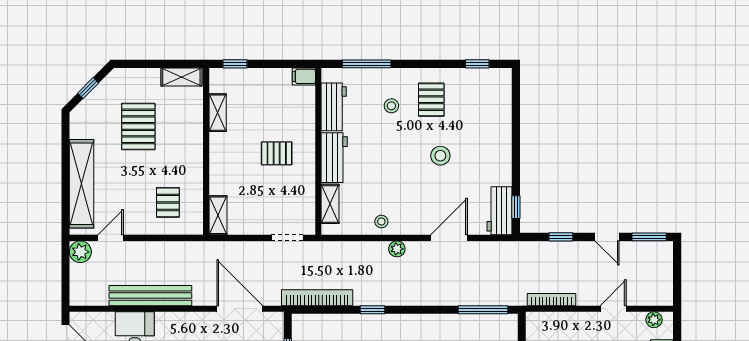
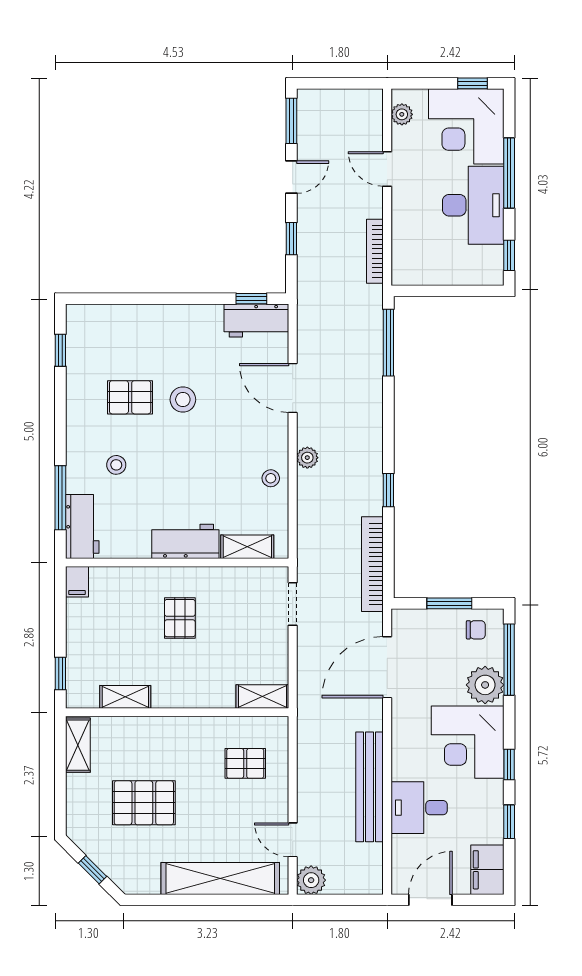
pallet: (431, 100) -> (130, 397), moved
workbench: (334, 107) -> (82, 526), moved, turned 90

